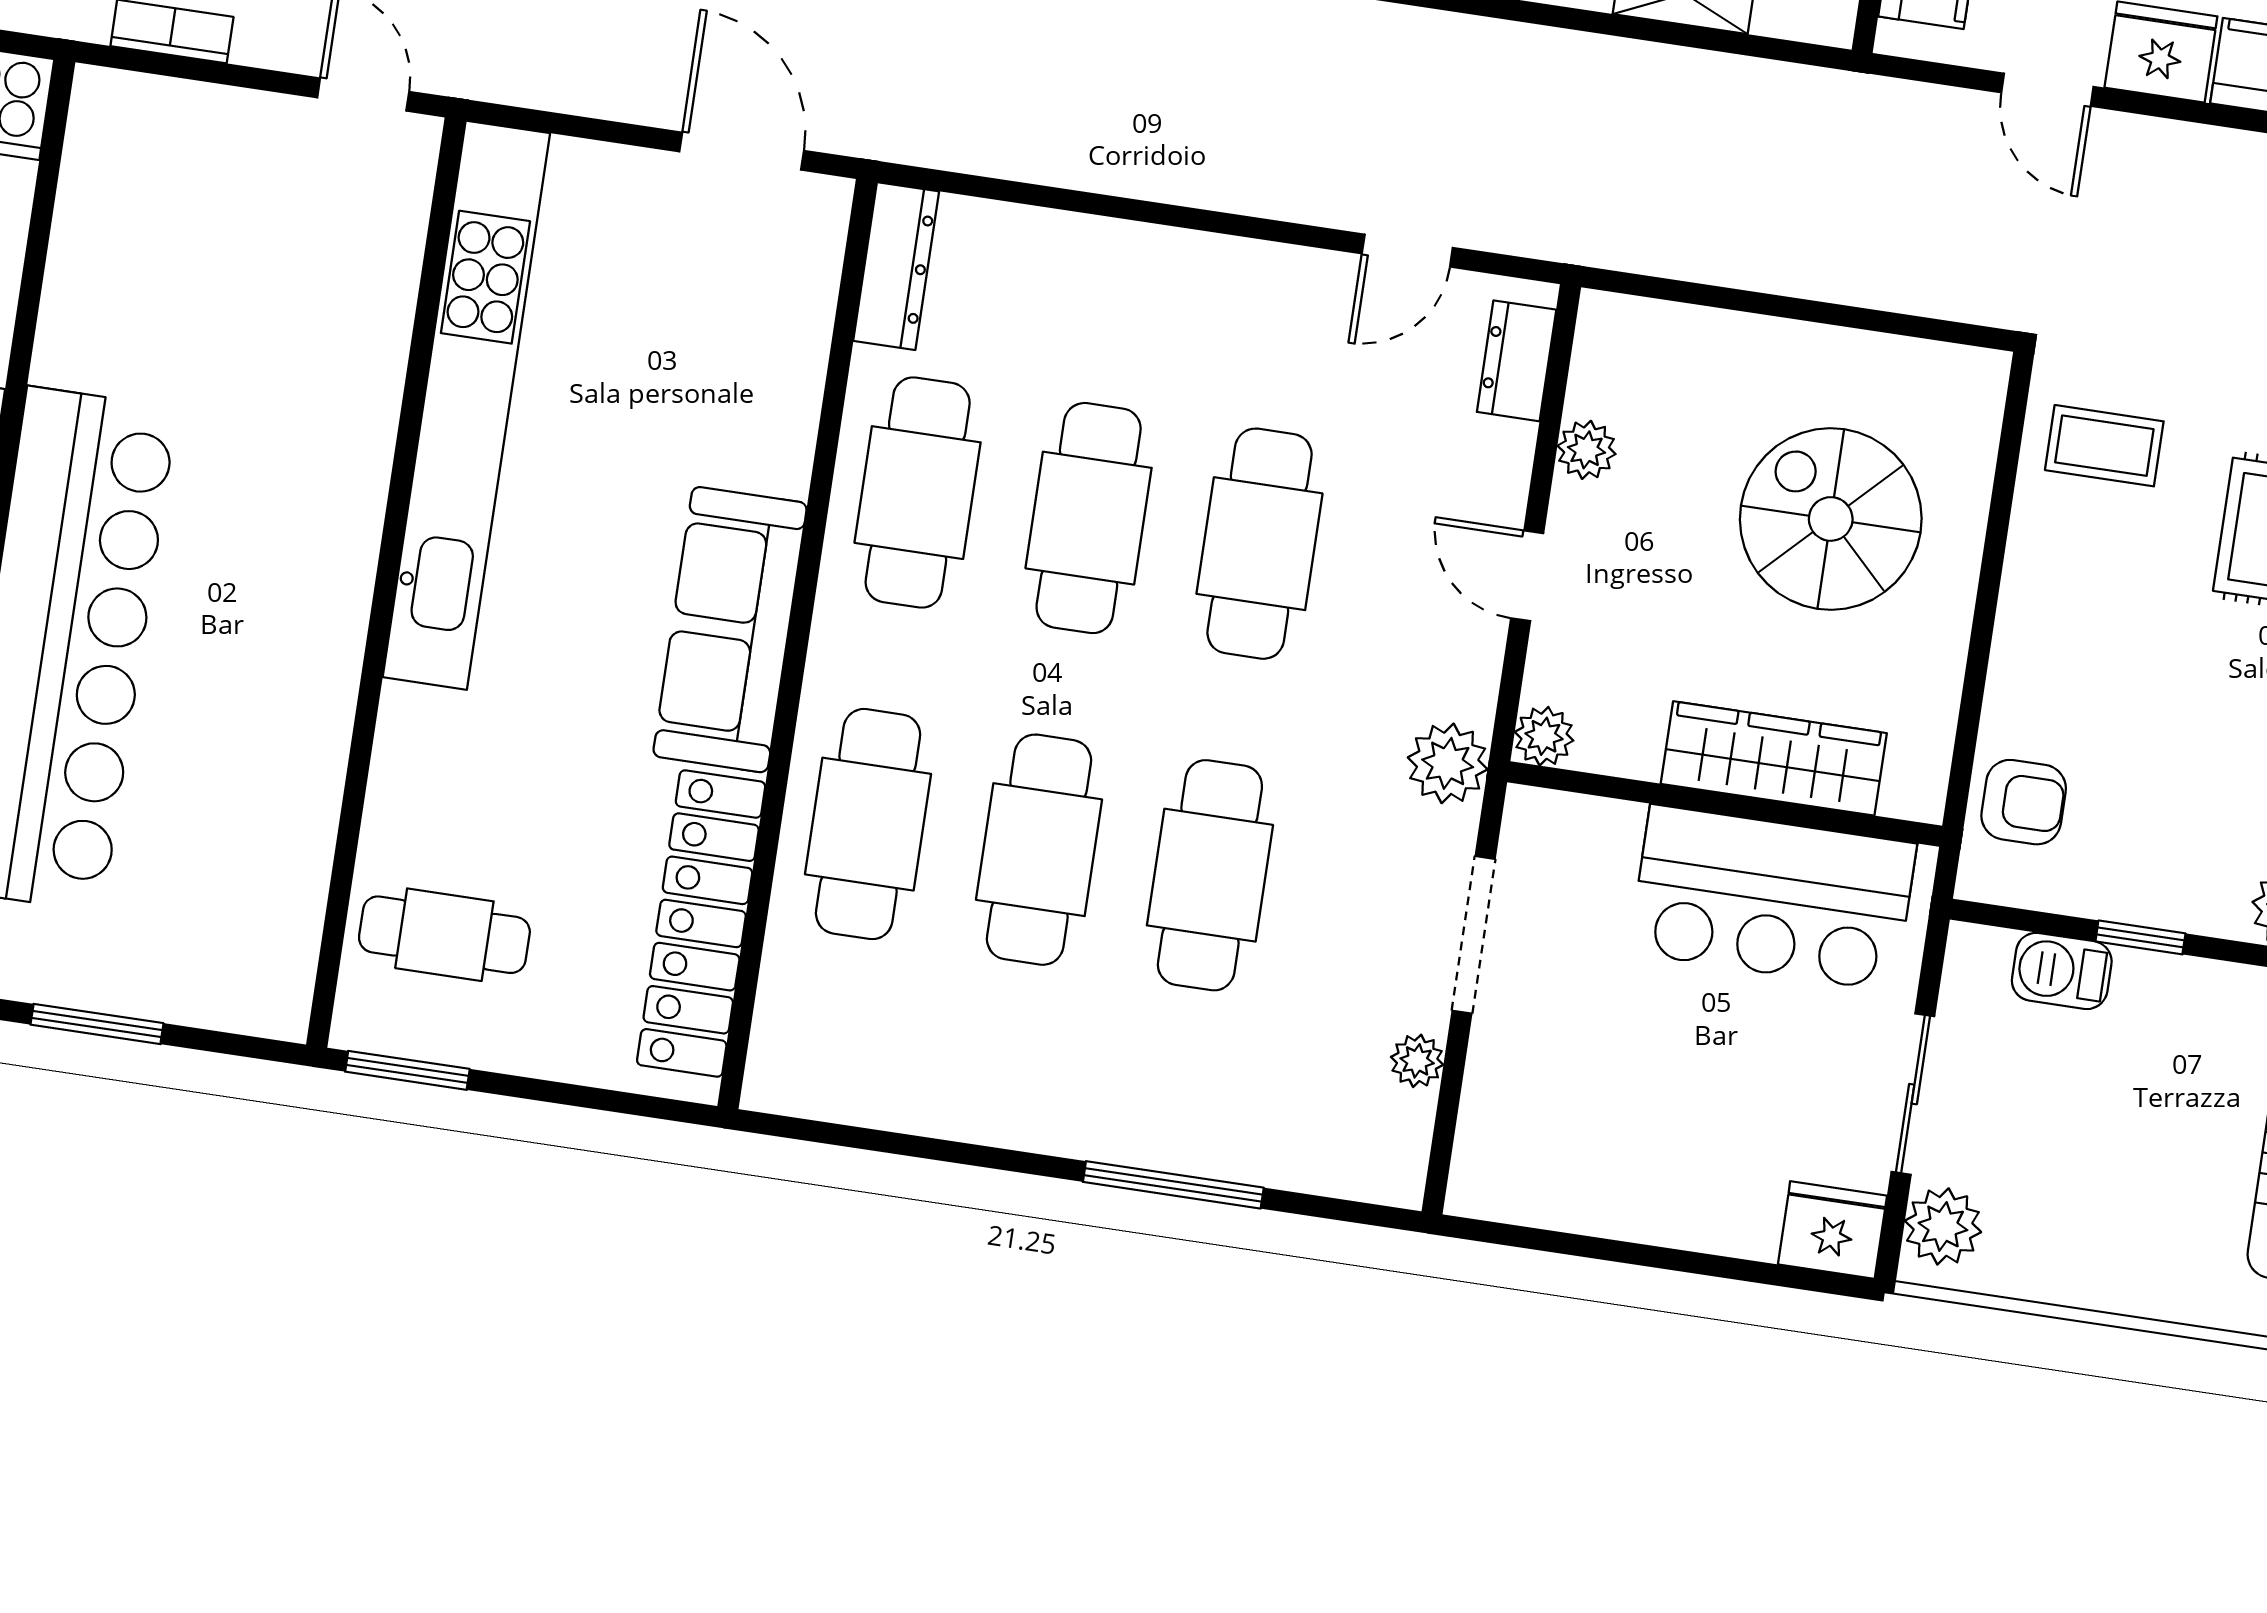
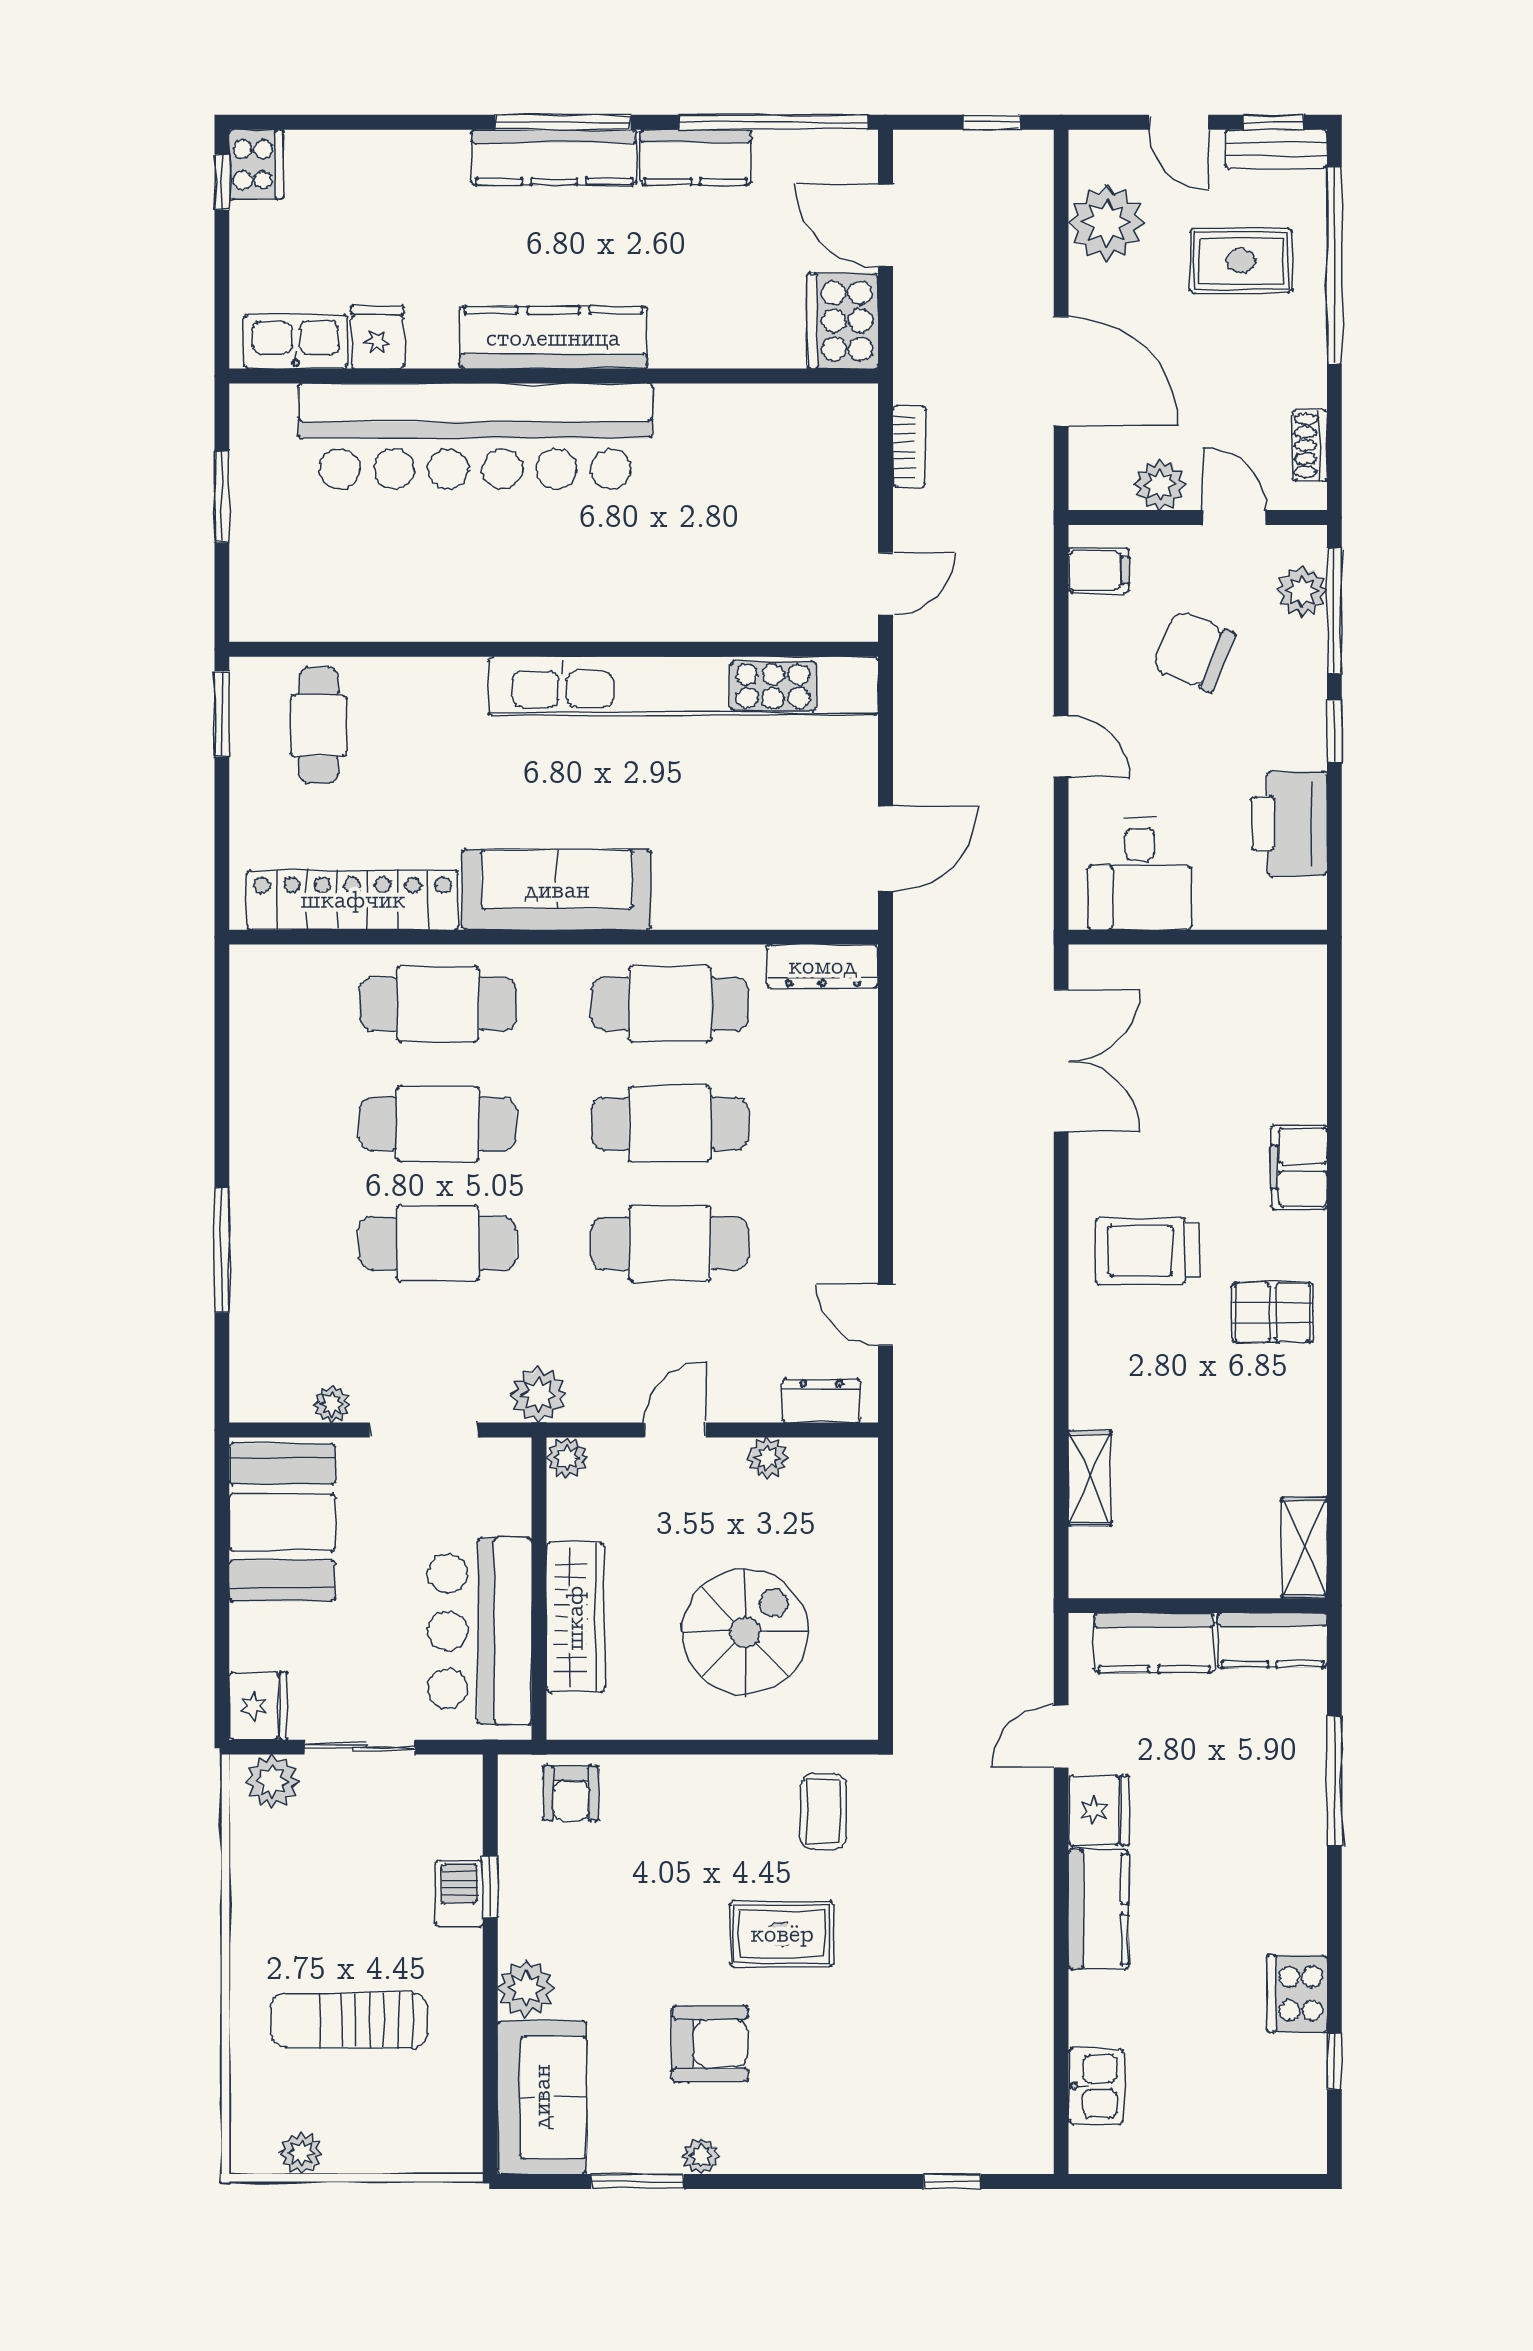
barbecue: (2062, 971) -> (459, 1894), moved
booth: (1575, 1157) -> (282, 1522), added

